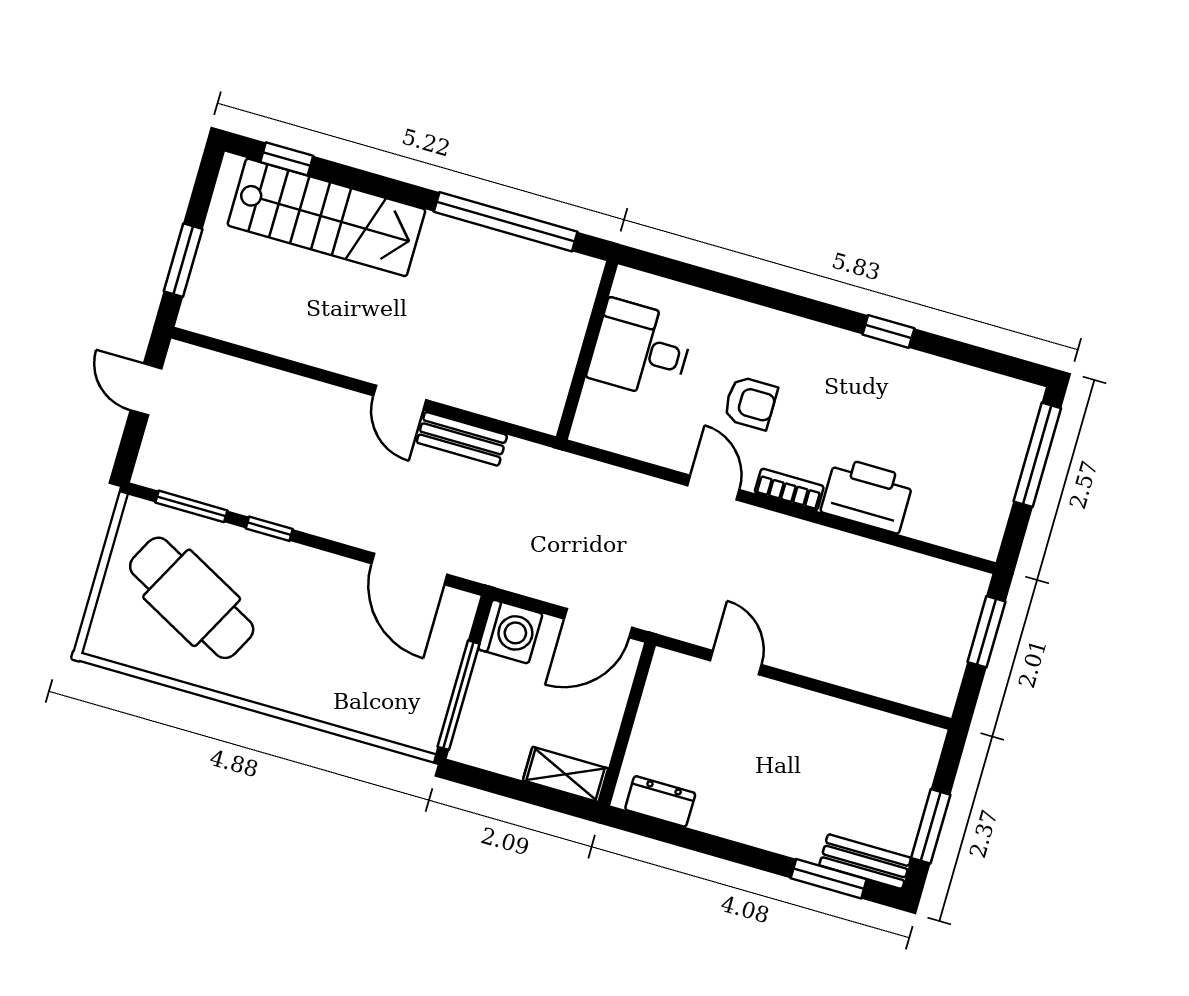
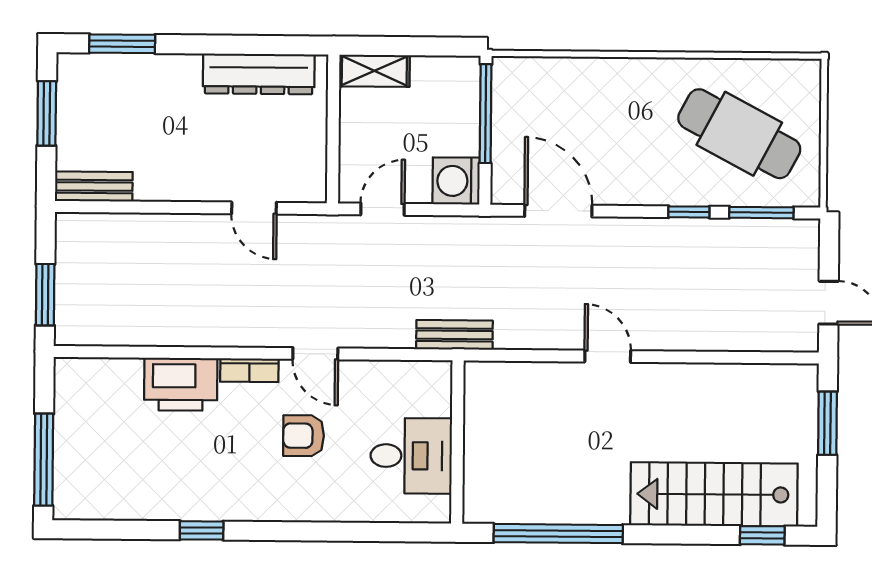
bench: (462, 439) -> (454, 335), moved
door: (598, 623) -> (382, 209), width x0.73
dresser: (660, 801) -> (259, 74), width x1.96, depth x1.24
bench: (865, 862) -> (94, 186), moved

